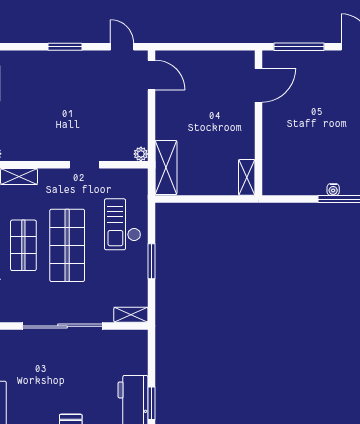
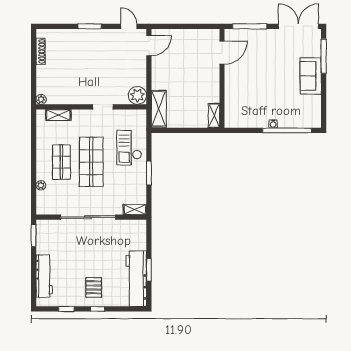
door: (151, 75) -> (149, 46), hinge flipped
plant: (141, 154) -> (137, 95), width x1.87, depth x1.87

